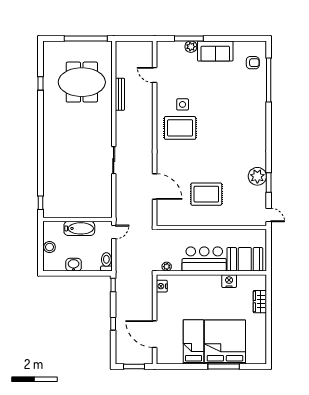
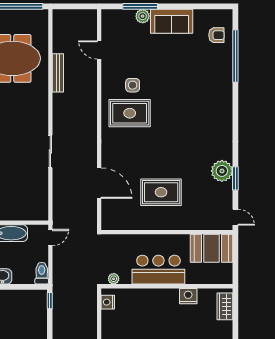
booth: (245, 259) -> (212, 248), moved
wardrobe: (260, 302) -> (225, 306), moved

